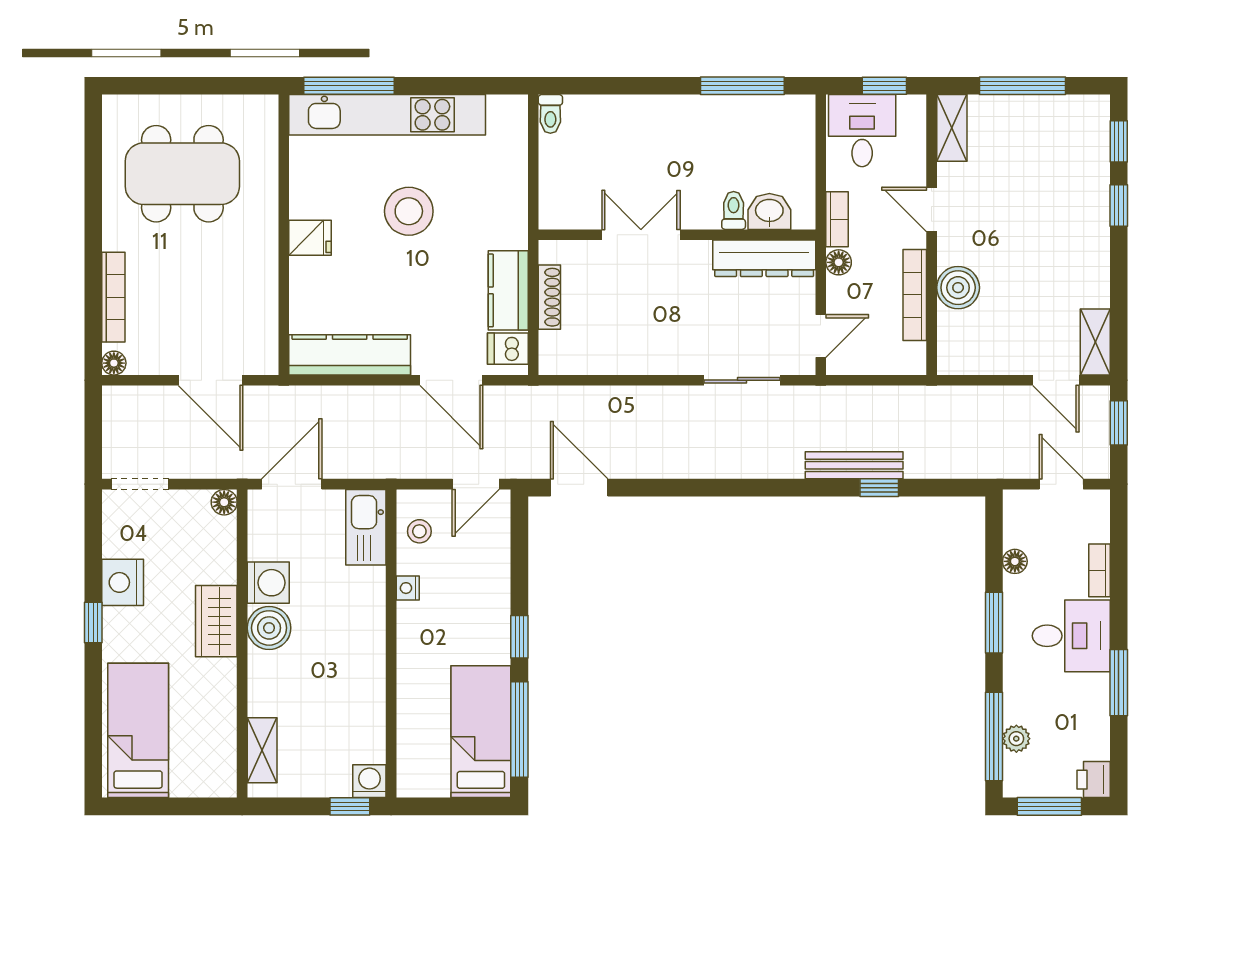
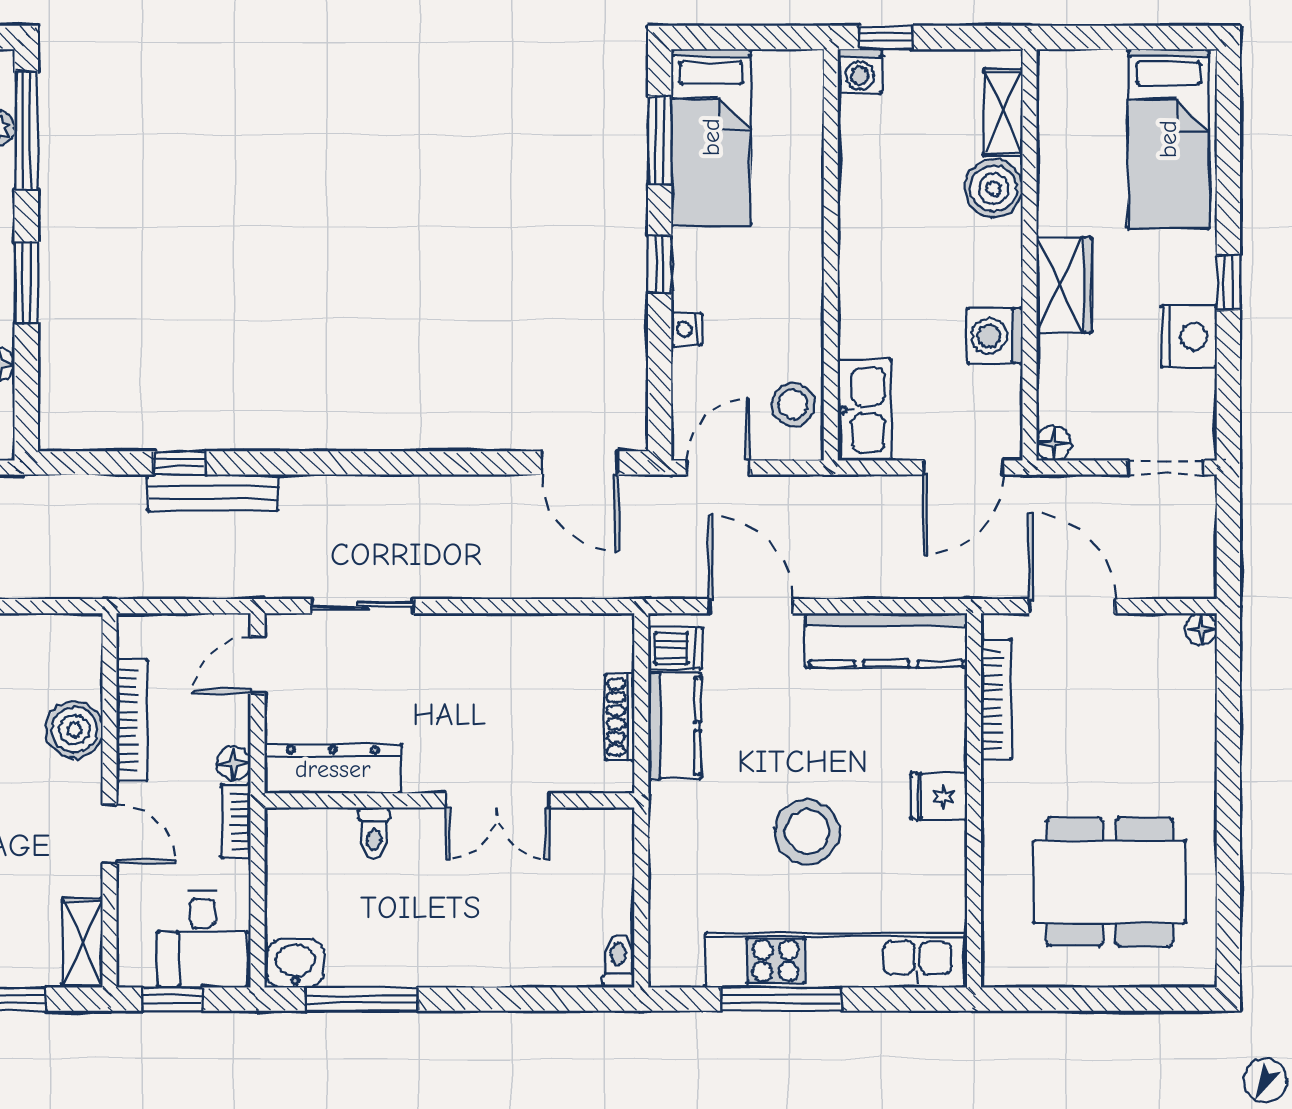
window: (349, 86) -> (781, 999), moved
washbasin: (769, 212) -> (295, 964), moved, turned 180
bookcase: (113, 297) -> (996, 699), moved, turned 180
stool: (419, 531) -> (793, 405), width x1.37, depth x1.37
nightstand: (408, 588) -> (686, 329), moved, turned 180
boiler: (269, 628) -> (994, 188), moved
window: (519, 730) -> (660, 140), width x0.69

